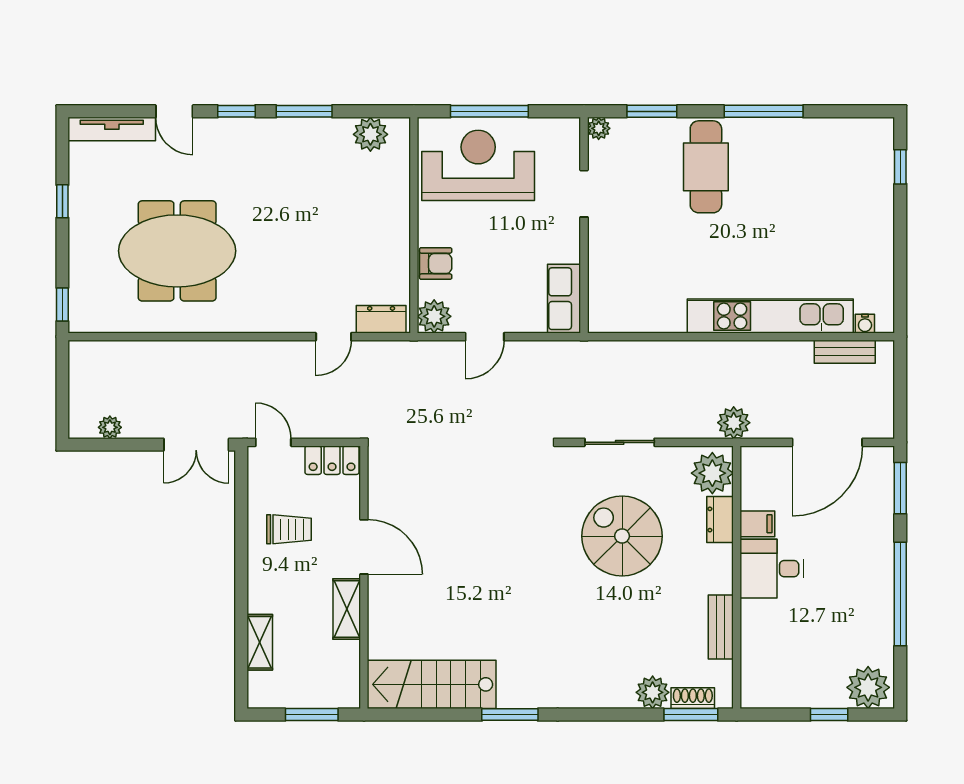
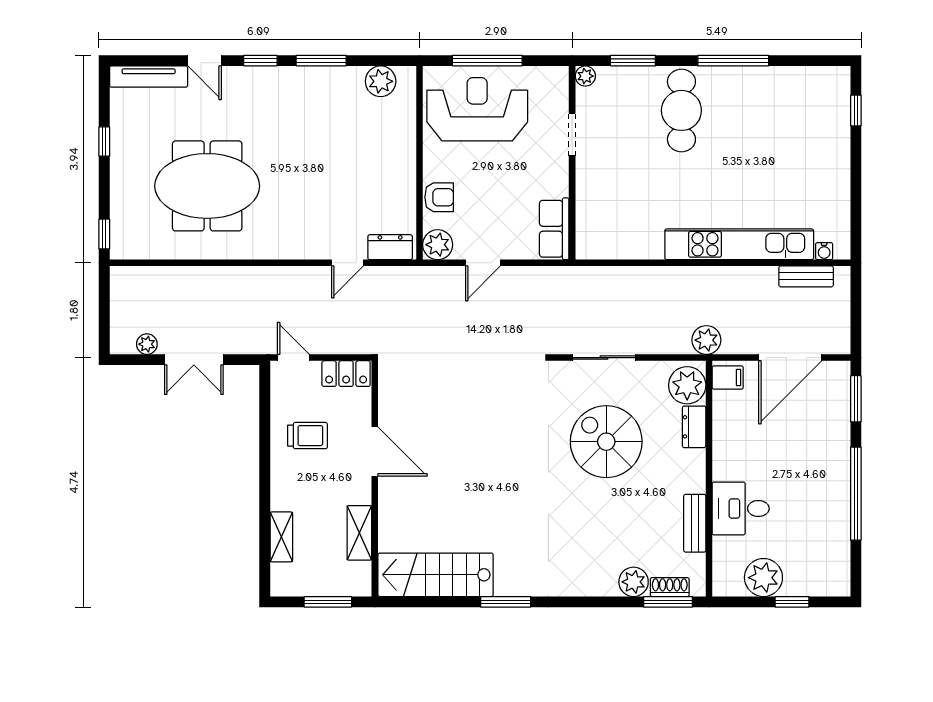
double door: (196, 445) -> (194, 360), moved
filing cabinet: (757, 524) -> (728, 377), moved
desk: (772, 569) -> (741, 508), moved
shelving: (347, 609) -> (359, 533), moved
plant: (868, 687) -> (763, 578), moved

